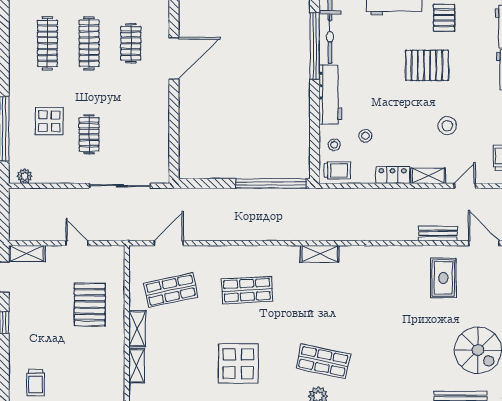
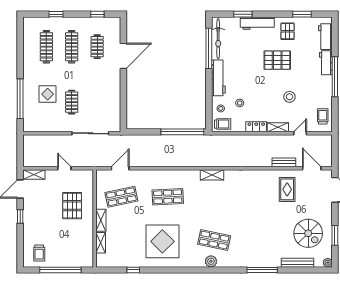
plant: (25, 176) -> (33, 127), removed
display table: (238, 363) -> (162, 241), width x1.36, depth x1.36

